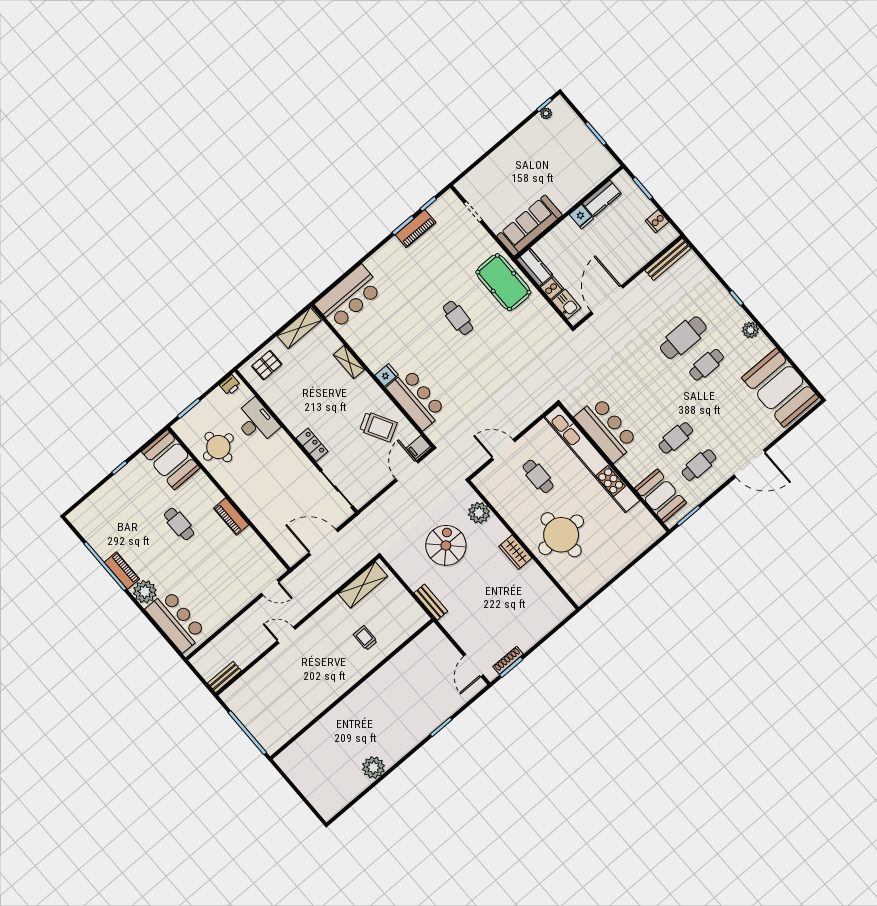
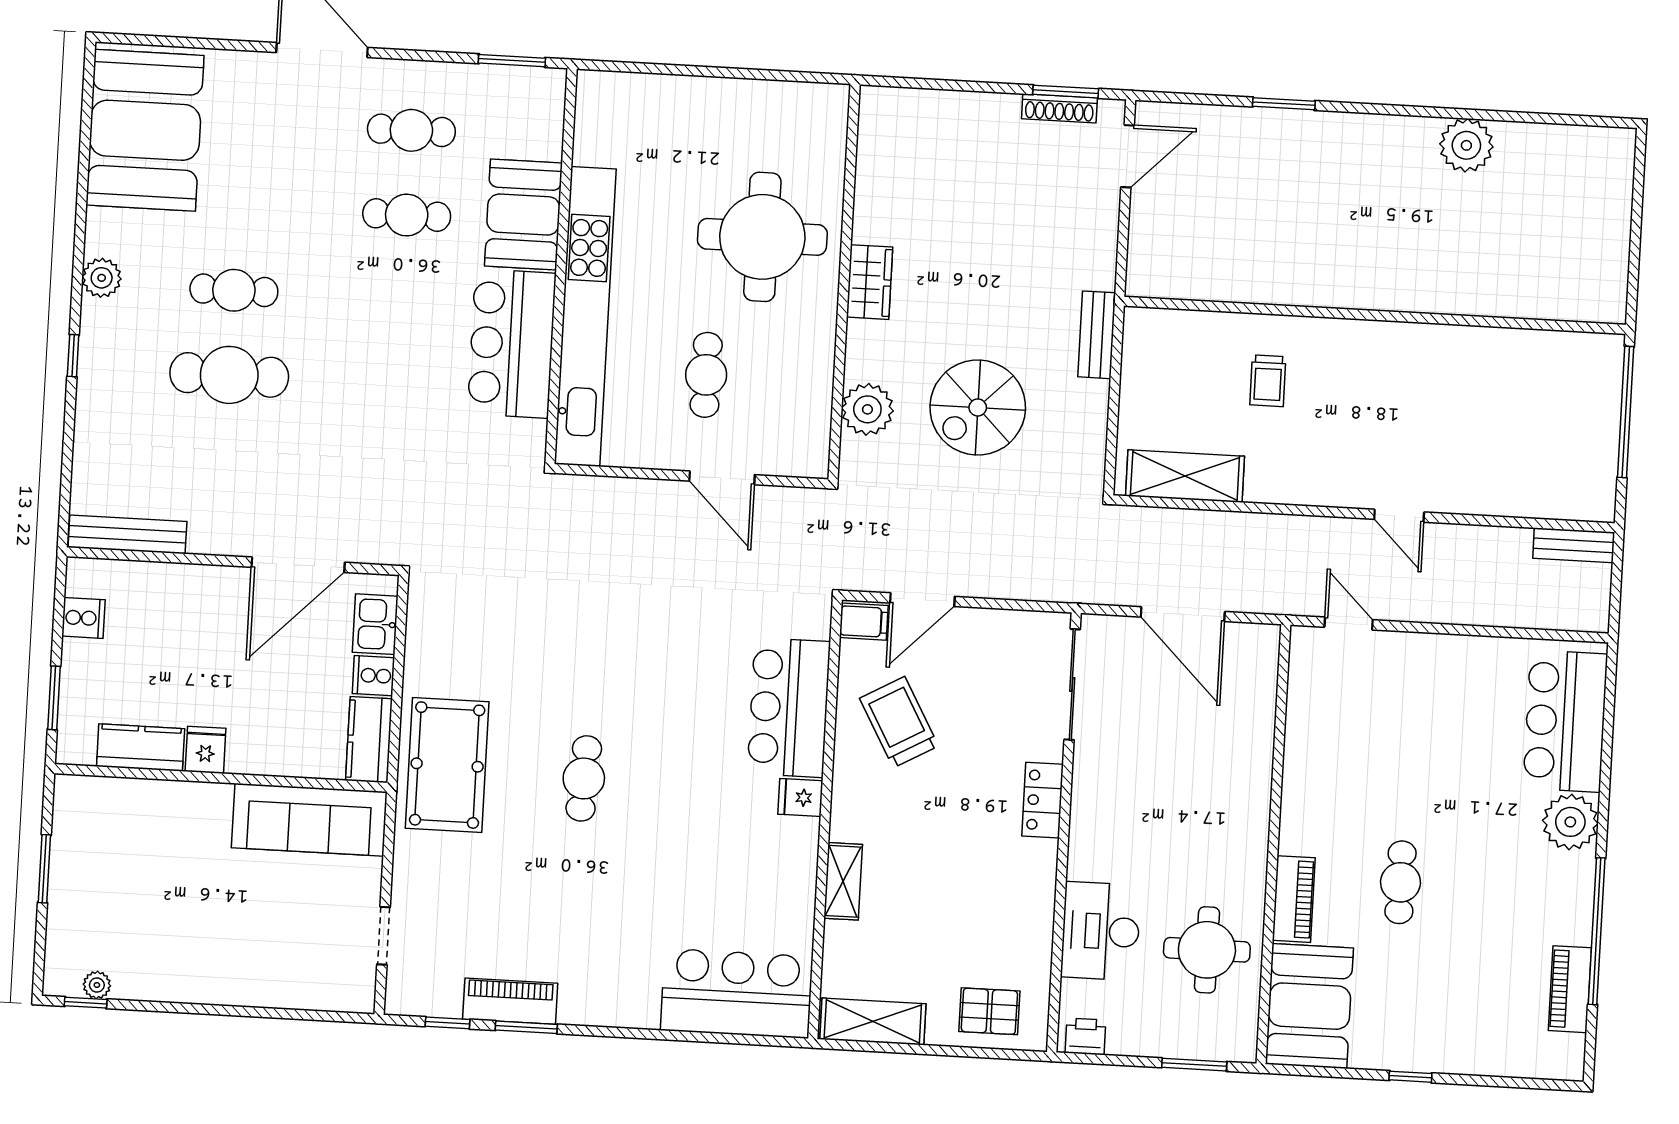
booth: (660, 496) -> (523, 215), moved
piano: (231, 516) -> (1294, 899), moved
piano: (122, 571) -> (1570, 989), moved

